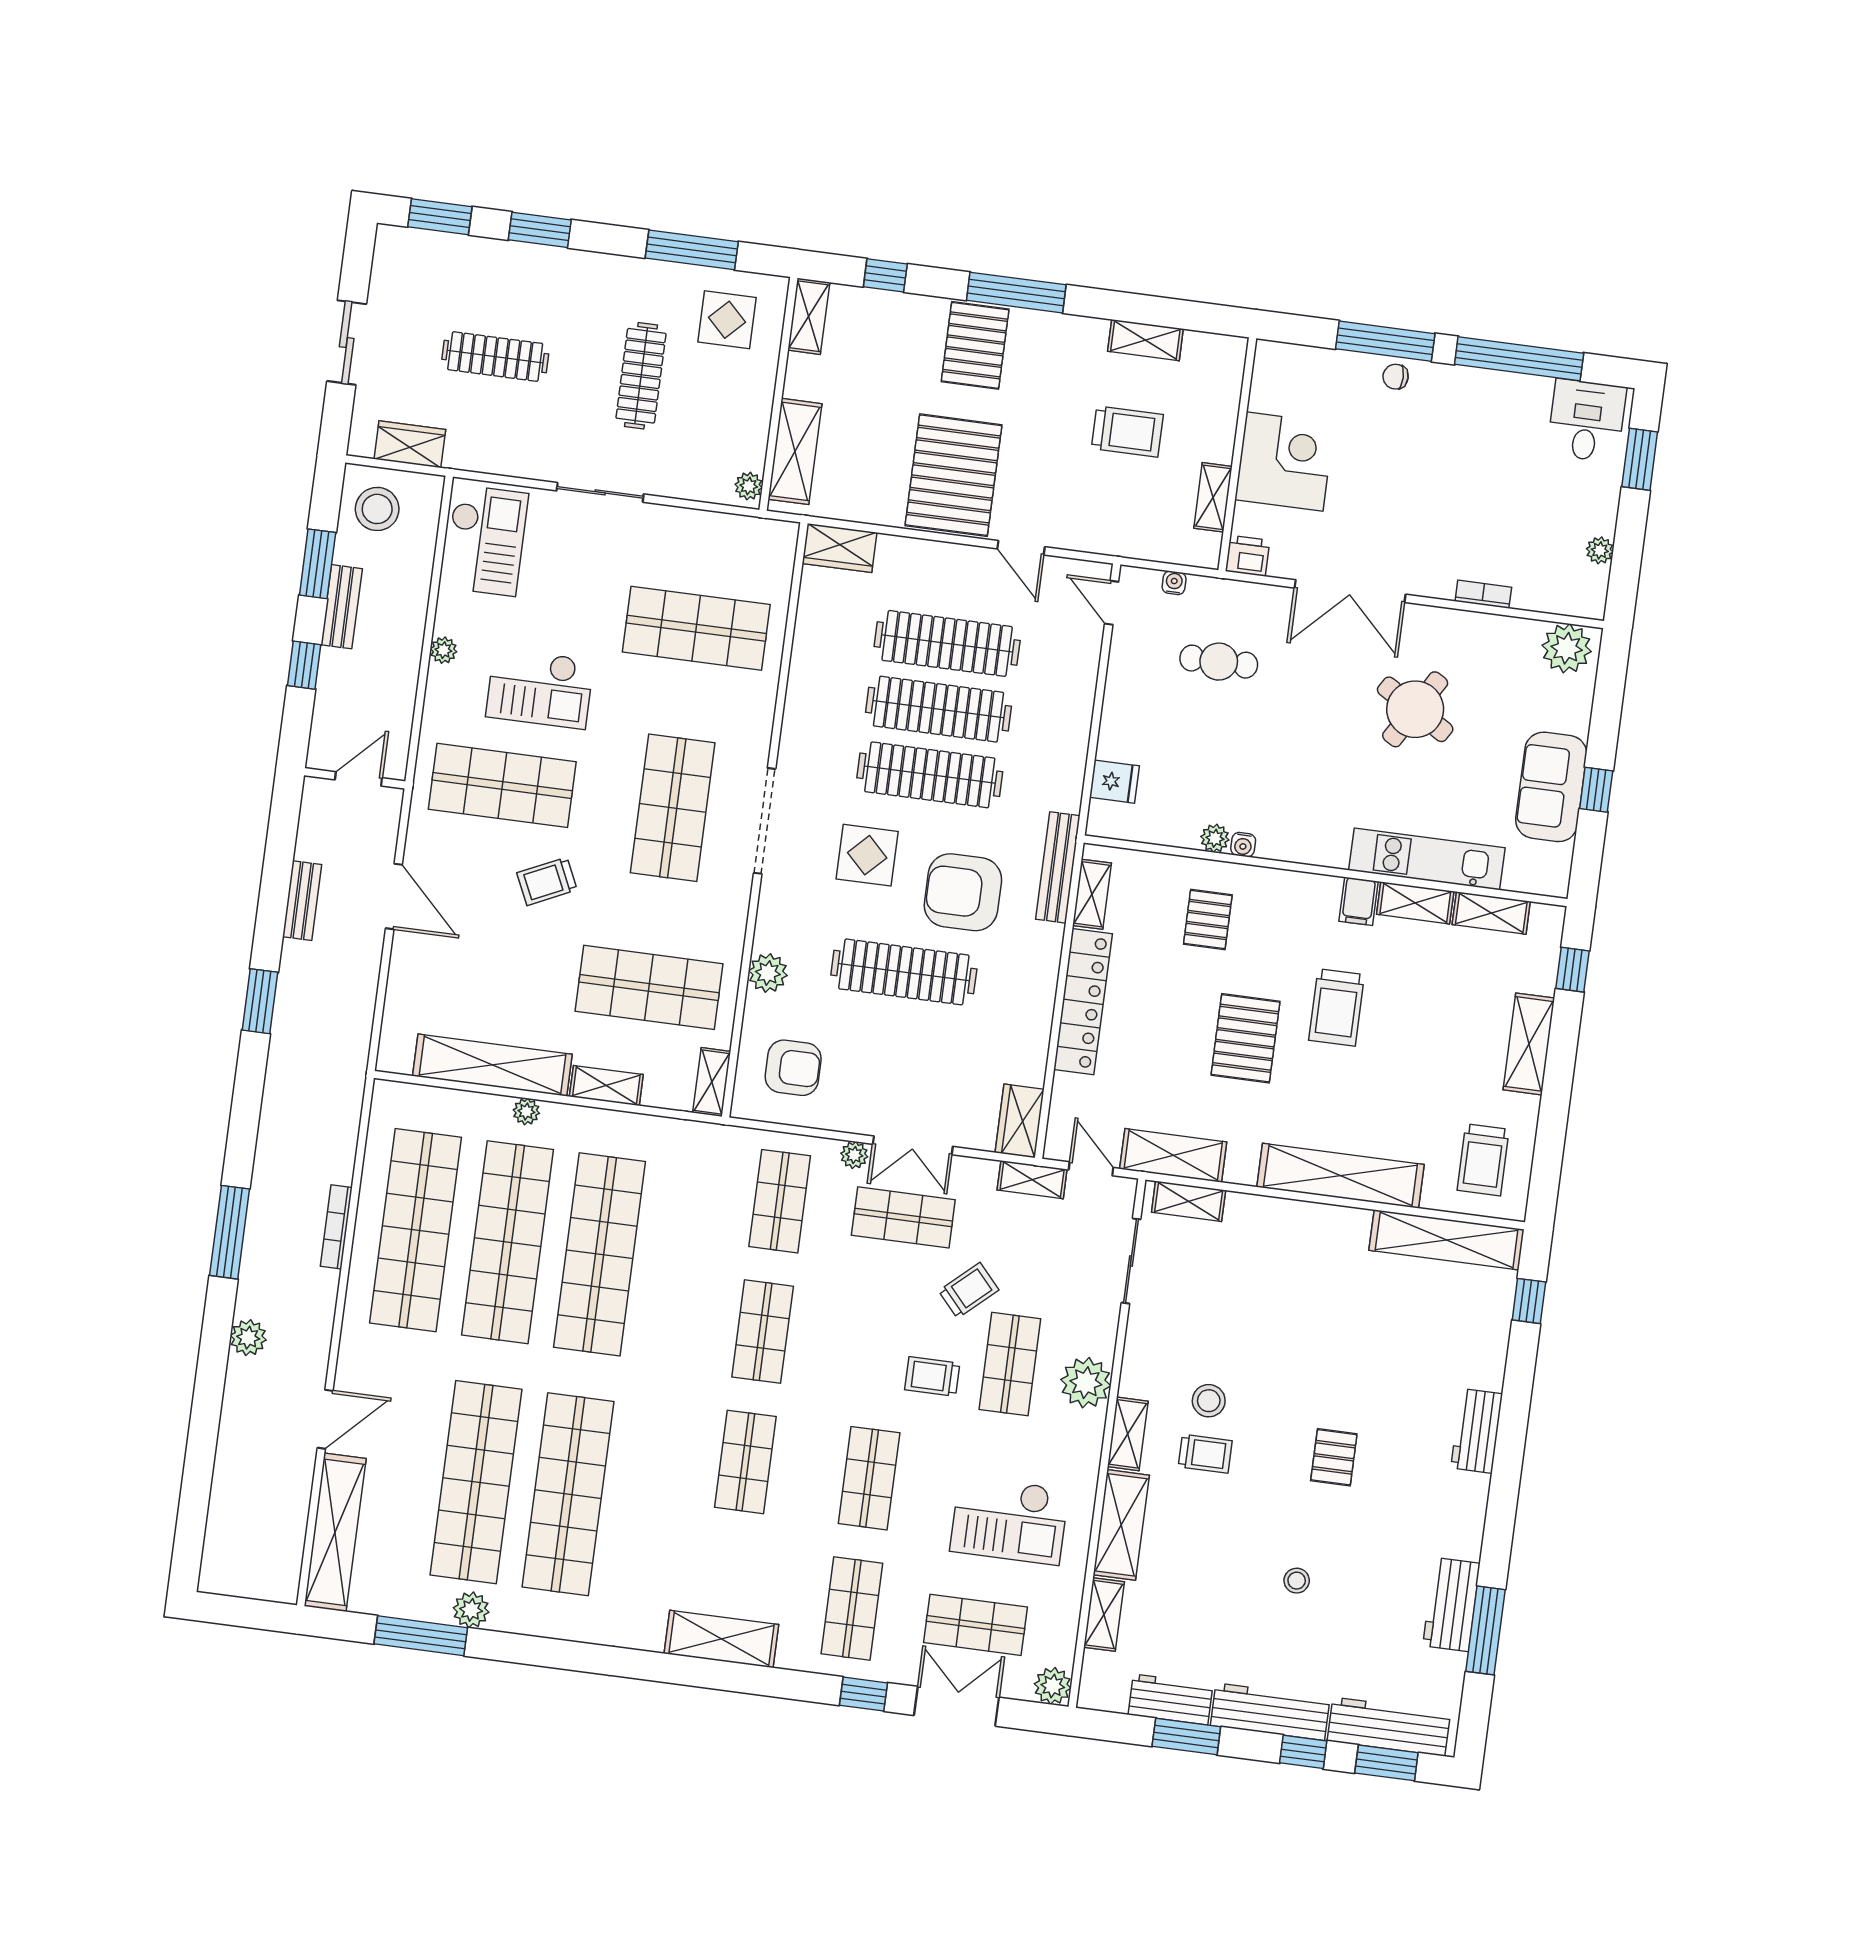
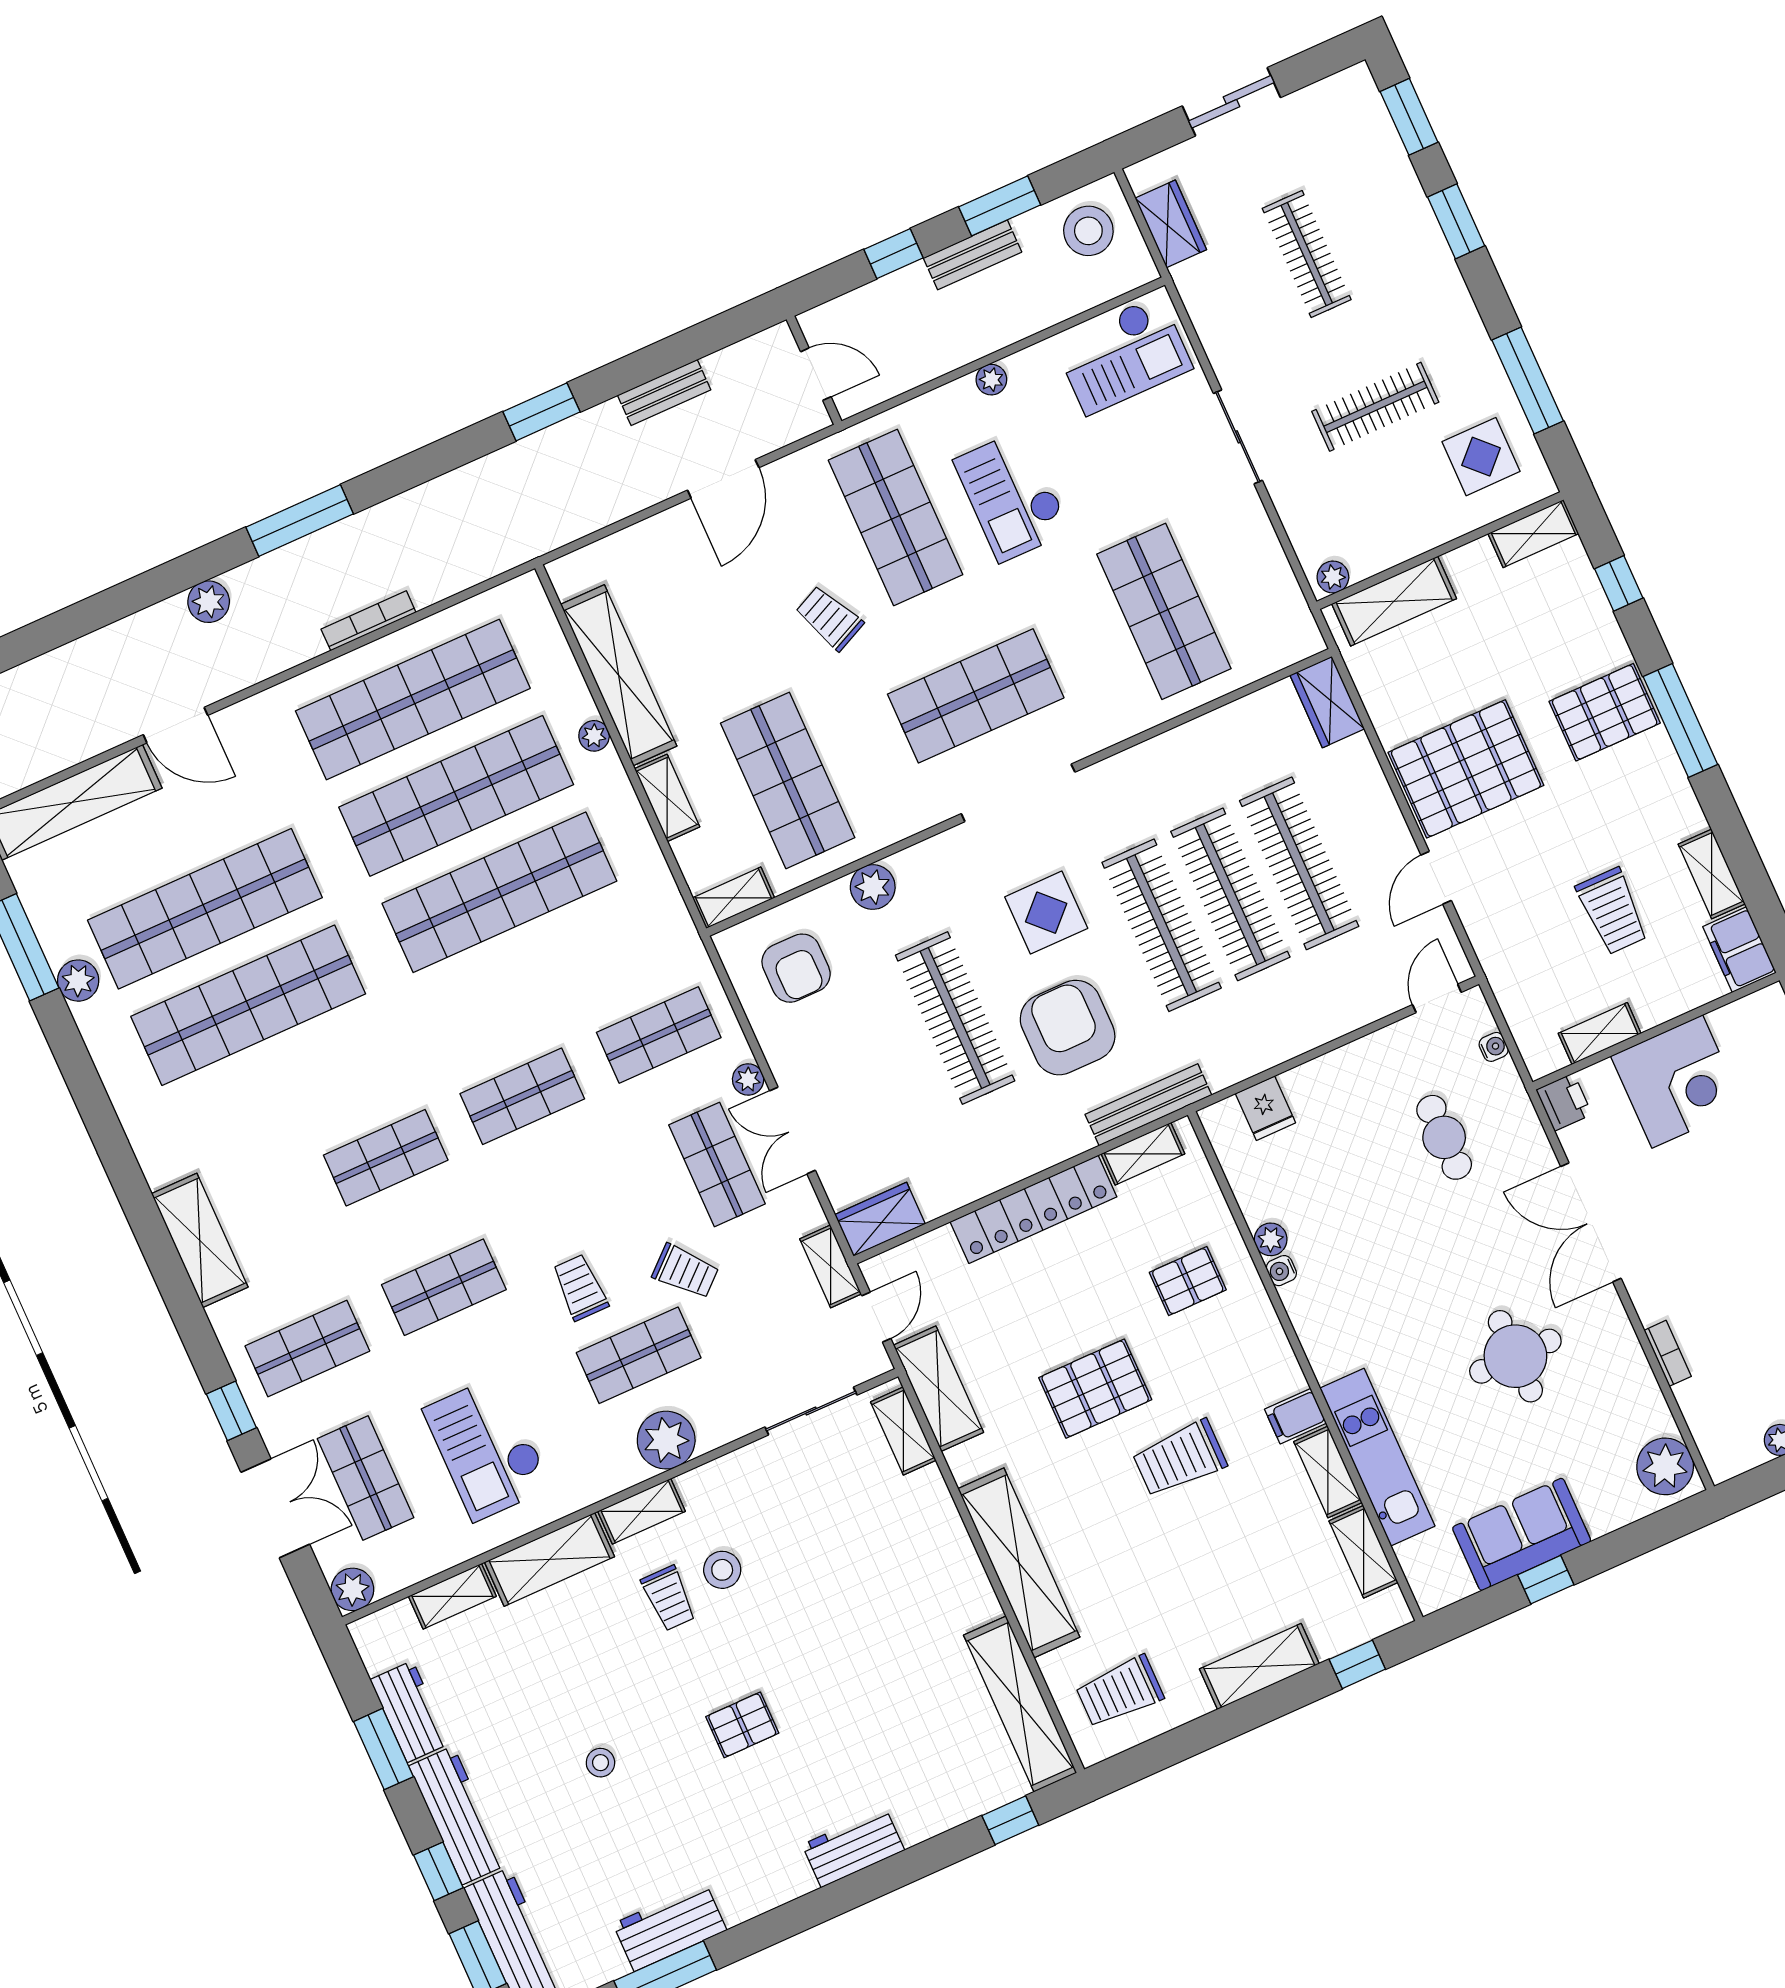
filing cabinet: (1215, 354) -> (1739, 950), added
round table: (1415, 709) -> (1515, 1356), turned -31

